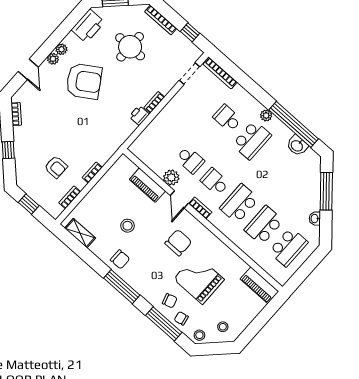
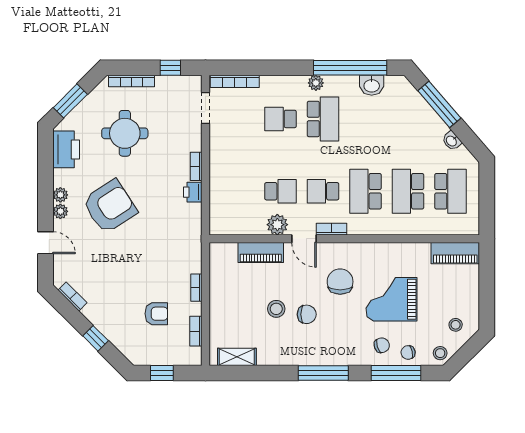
chair: (120, 259) -> (307, 314), moved

